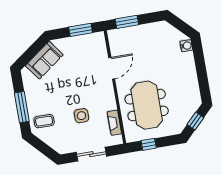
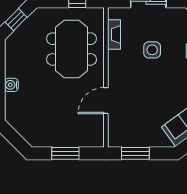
window: (127, 22) -> (65, 153), moved
water cooler: (186, 46) -> (11, 85), moved

